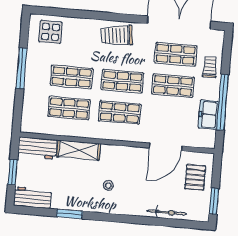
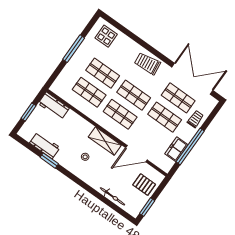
shelving: (79, 150) -> (105, 141), moved
pallet: (195, 177) -> (144, 185), turned 90
workbench: (33, 198) -> (45, 145), moved

